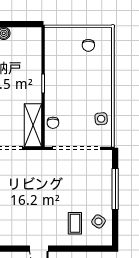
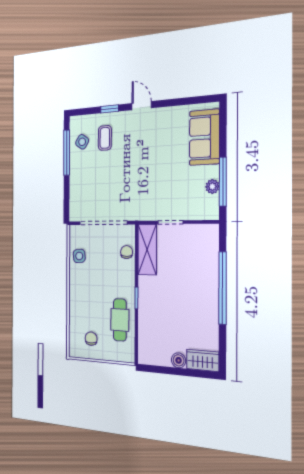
cafe table: (59, 64) -> (120, 320), added
window: (115, 189) -> (67, 153), moved
window: (70, 249) -> (110, 109), added

